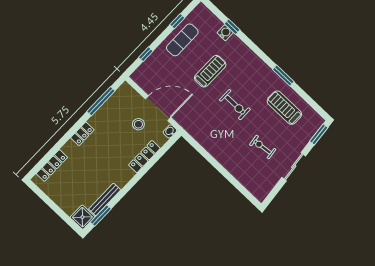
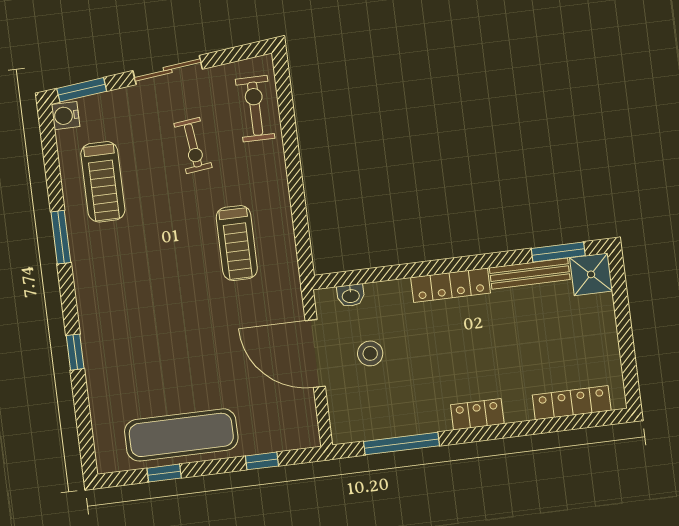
window: (232, 27) -> (75, 352), moved
water cooler: (225, 33) -> (66, 116), moved
exercise mat: (182, 40) -> (181, 435), width x1.36, depth x1.45
treadmill: (210, 71) -> (237, 243), moved, turned -90
exercise bike: (235, 105) -> (255, 109), moved
washbasin: (170, 131) -> (351, 295), moved
locker: (144, 157) -> (451, 285), moved

